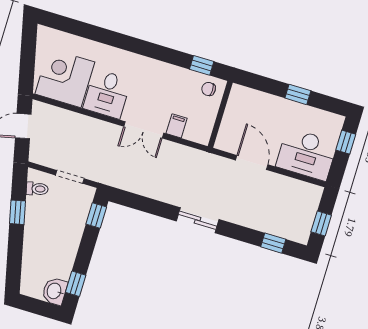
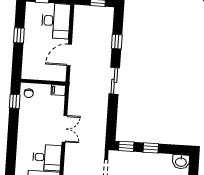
filing cabinet: (177, 126) -> (58, 90), moved
window: (273, 243) -> (117, 42), moved
window: (76, 284) -> (151, 148), moved

